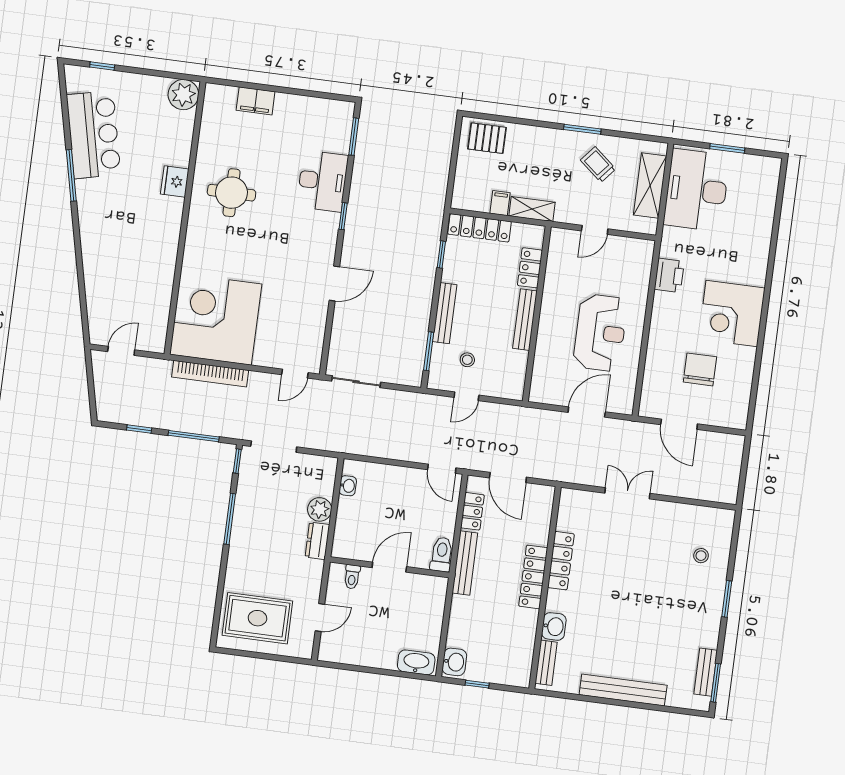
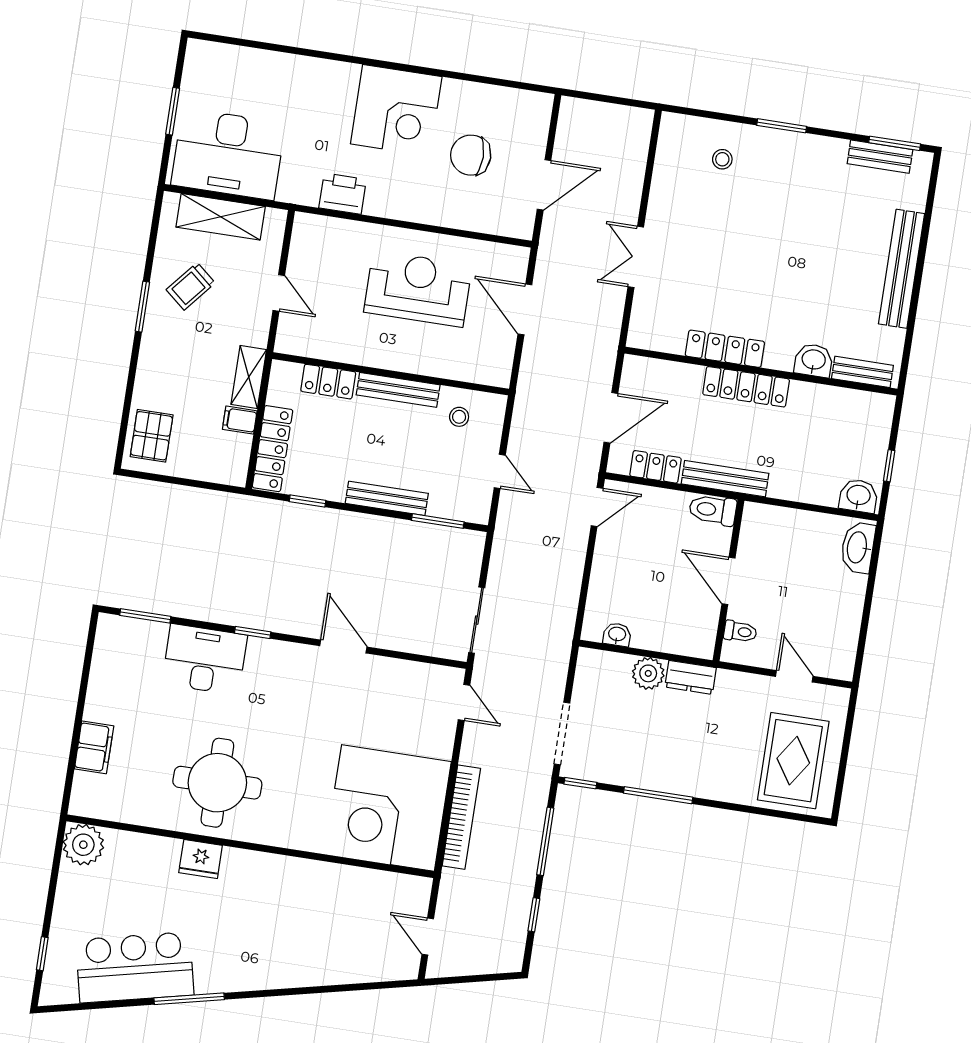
round table: (232, 193) -> (217, 783), width x1.36, depth x1.36
stool: (467, 360) -> (459, 417), moved

